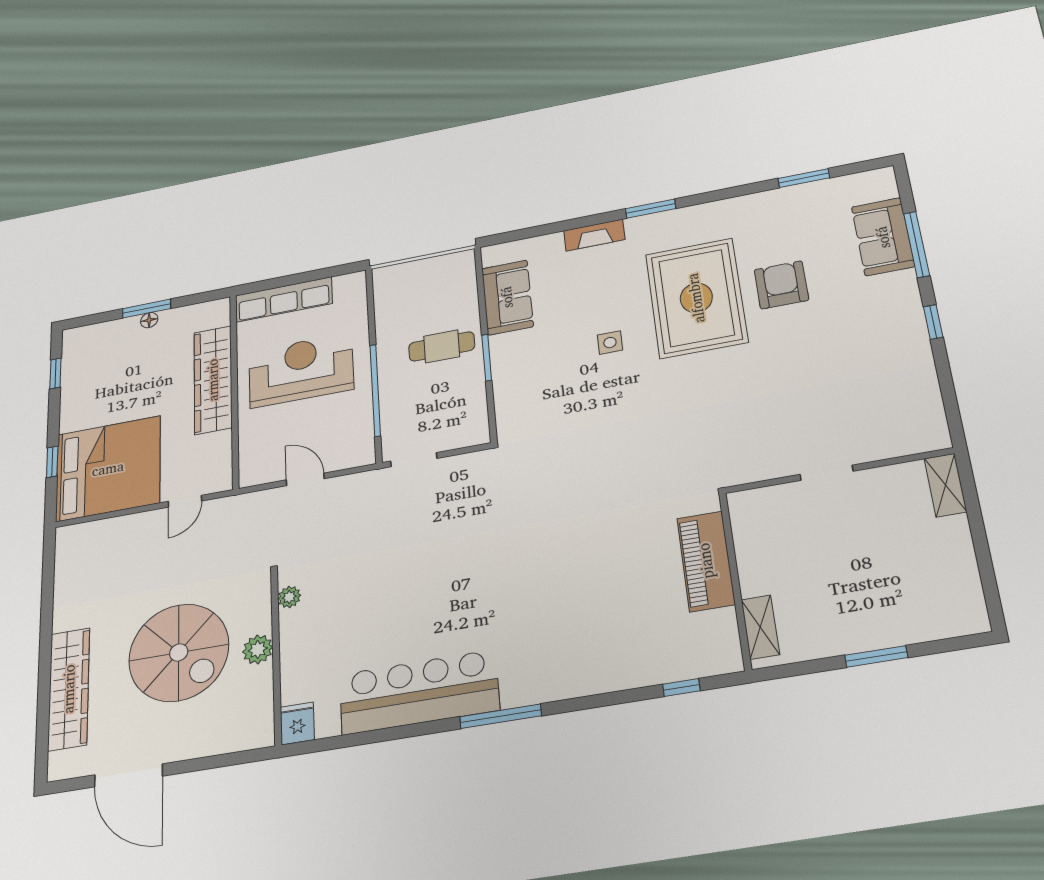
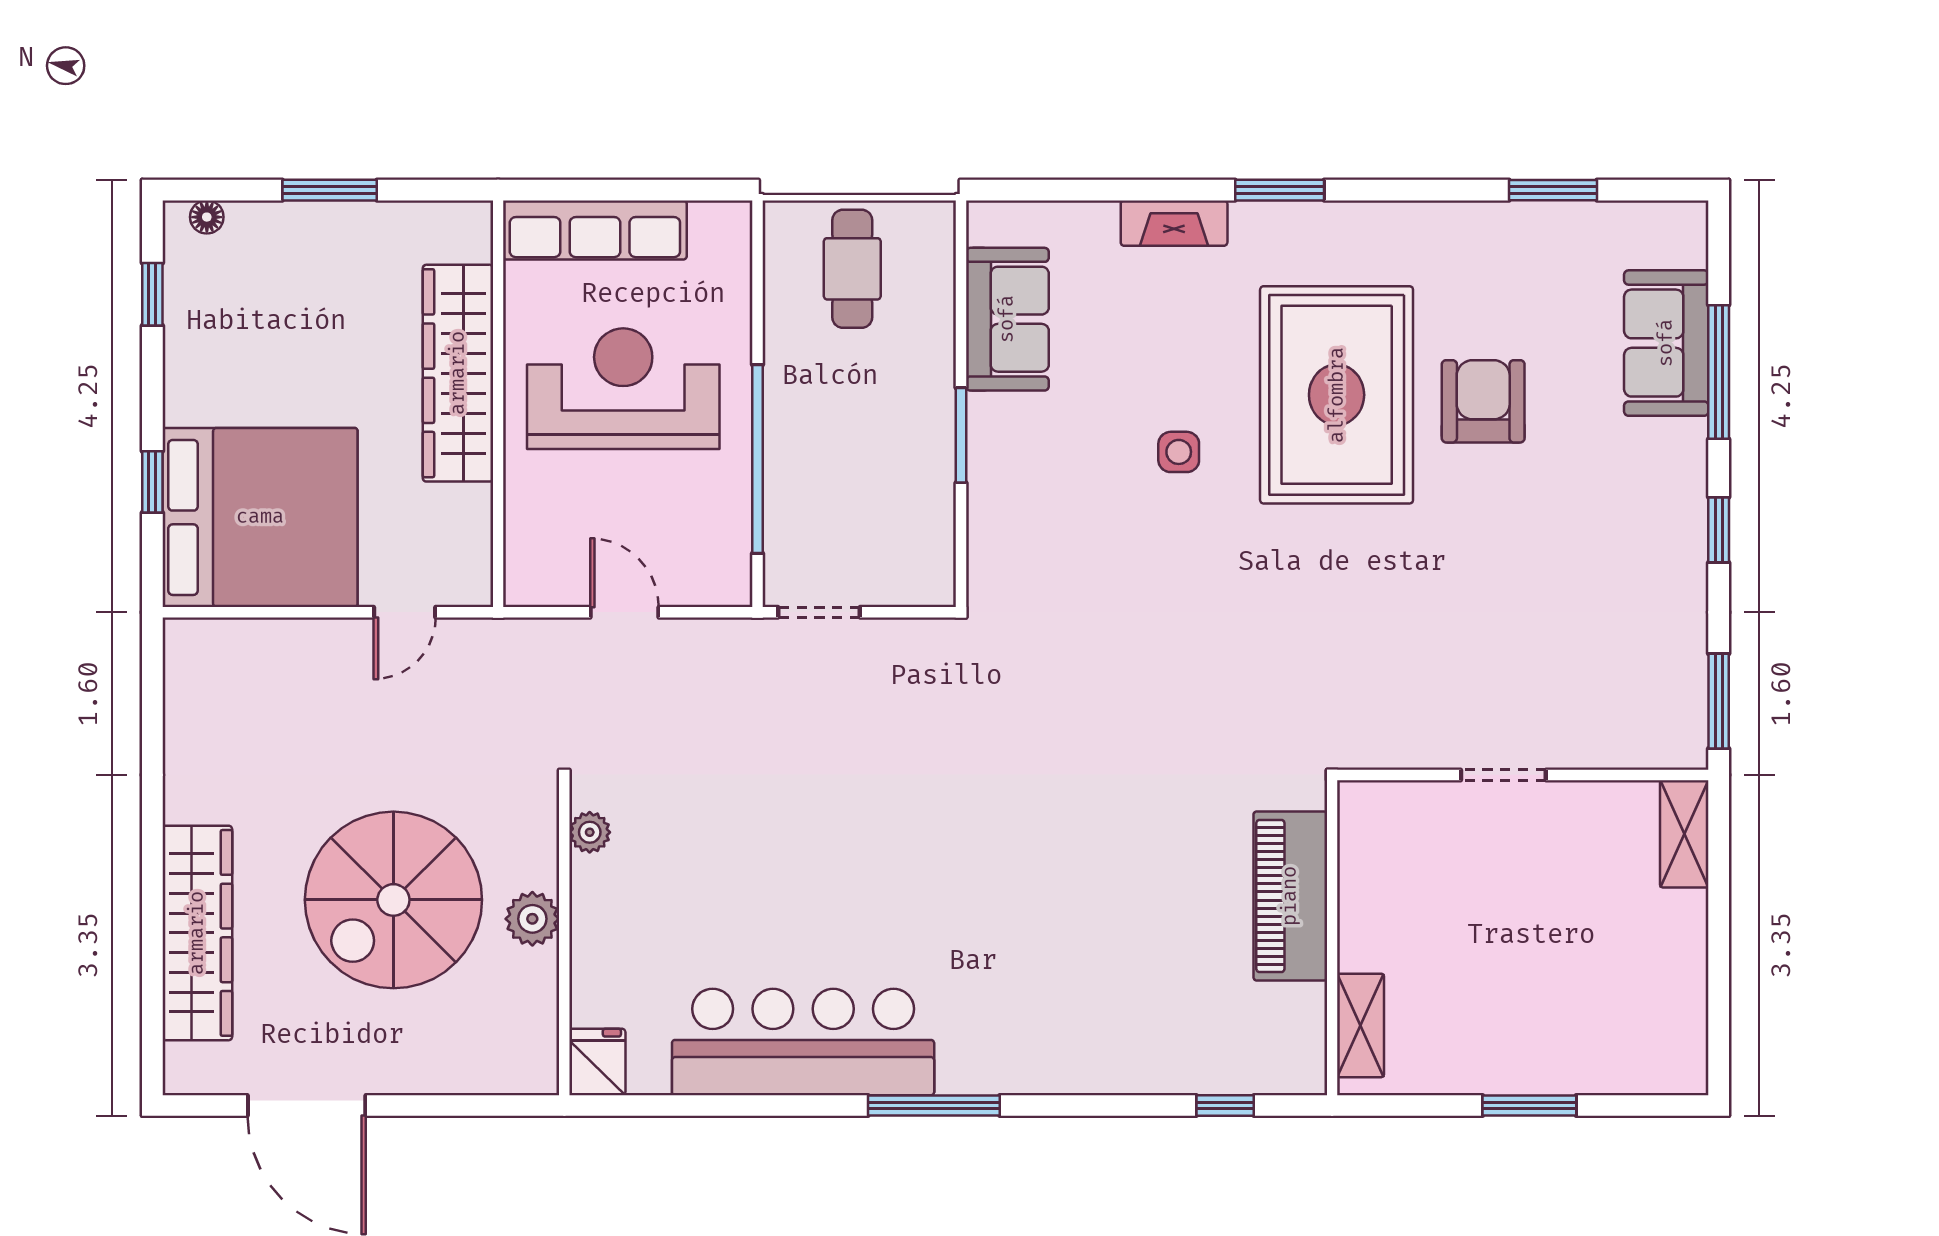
floor lamp: (149, 320) -> (207, 217), moved
cafe table: (442, 346) -> (852, 269), moved, turned 90
window: (952, 410) -> (1719, 701), added
spiral stairs: (179, 652) -> (393, 900), turned 90

